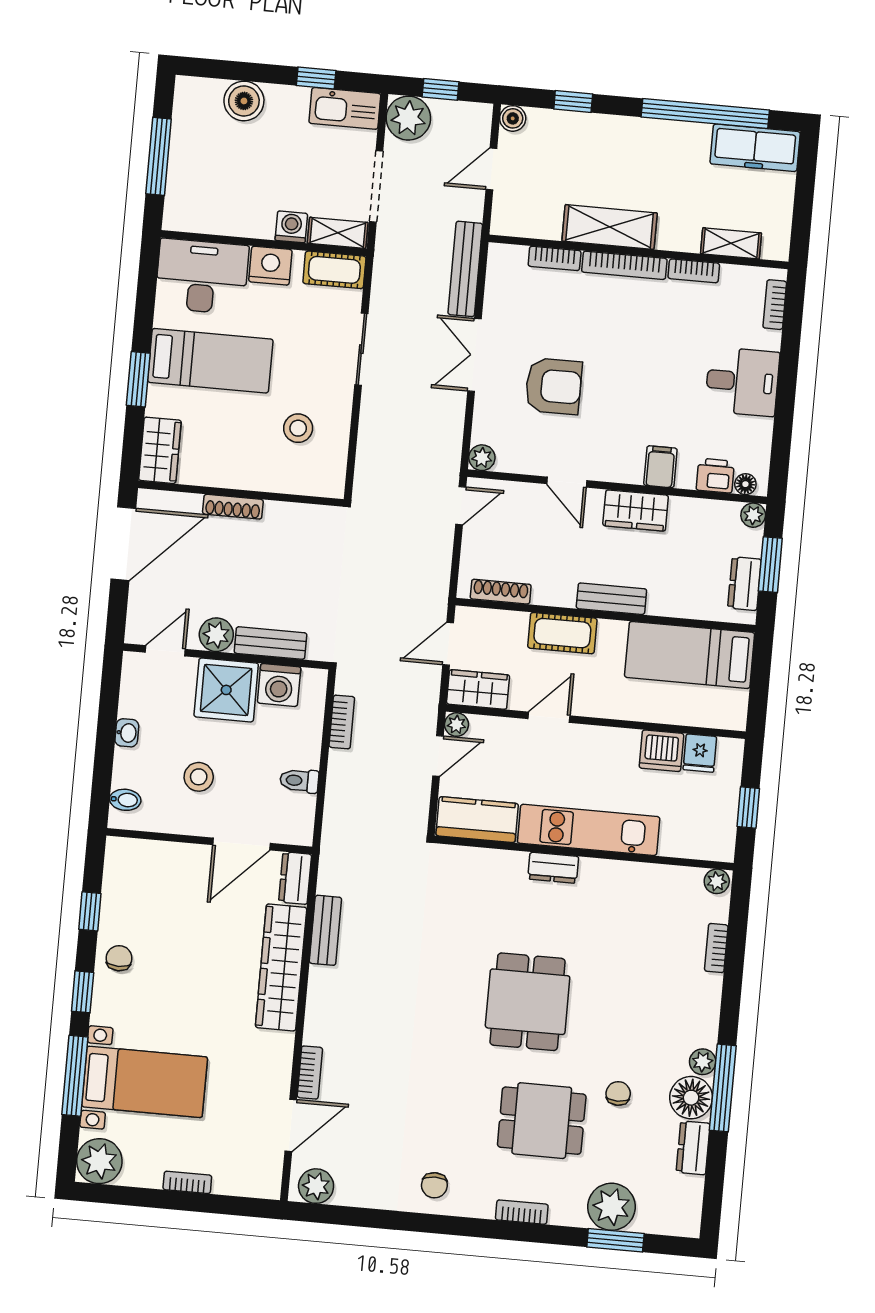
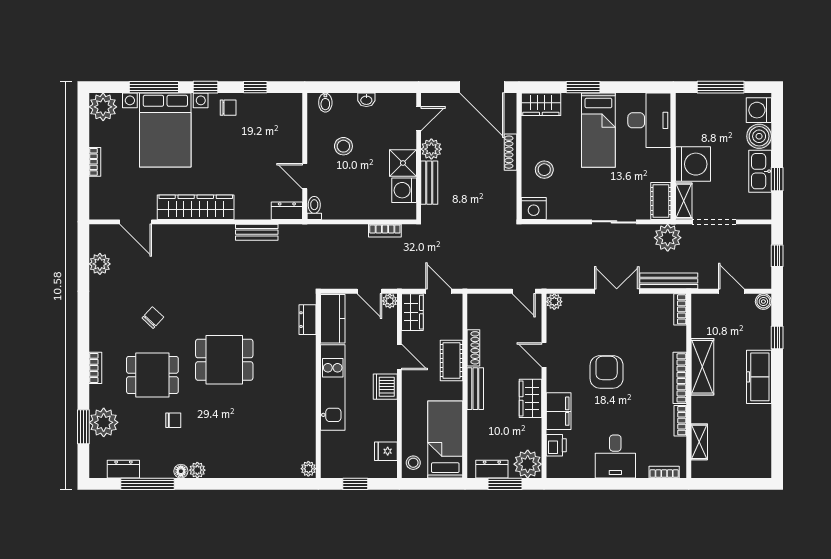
washing machine: (201, 97) -> (759, 110), added
kitchen sink: (345, 108) -> (760, 171), moved
window: (705, 113) -> (777, 419), removed
plant: (408, 118) -> (668, 238), moved
freezer: (755, 148) -> (759, 377), moved
washing machine: (291, 227) -> (693, 164), width x1.89, depth x1.89
bookcase: (555, 258) -> (680, 309), moved
nightstand: (270, 266) -> (534, 208), moved, turned 90
armchair: (553, 386) -> (607, 372), moved, turned 180
stool: (298, 428) -> (544, 170), moved
filing cabinet: (660, 467) -> (559, 411), width x2.00
door: (567, 482) -> (544, 355), hinge flipped
floor lamp: (745, 484) -> (553, 464), removed
plant: (753, 515) -> (528, 464), width x1.87, depth x1.87
shoe rack: (501, 592) -> (473, 348), moved
door: (165, 651) -> (419, 119), hinge flipped
shower: (226, 690) -> (403, 163), width x0.73, depth x0.73
stool: (722, 710) -> (413, 463), added
dishwasher: (661, 751) -> (385, 387), moved
toilet: (299, 781) -> (314, 208), moved
door: (241, 844) -> (305, 176), width x0.73
dresser: (553, 868) -> (308, 320), moved
bookcase: (716, 948) -> (268, 472), removed
wardrobe: (281, 967) -> (196, 207), moved
bookcase: (310, 1073) -> (169, 231), removed
bed with nightstands: (145, 1082) -> (165, 130), width x1.36
window: (723, 1088) -> (148, 484), moved
floor lamp: (691, 1098) -> (181, 471), width x0.53, depth x0.53
dining table: (542, 1121) -> (152, 375), turned 90
dresser: (693, 1148) -> (123, 469), moved
chair: (434, 1185) -> (153, 318), moved, turned 133
plant: (316, 1186) -> (100, 264), moved

